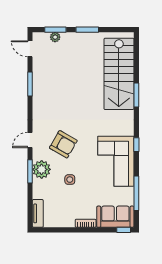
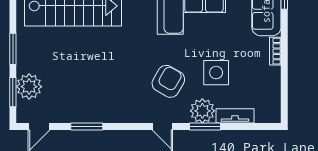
plant: (55, 37) -> (29, 87), width x1.87, depth x1.87
side table: (70, 180) -> (216, 73), width x1.87, depth x1.87
tv unit: (38, 213) -> (235, 116), moved

